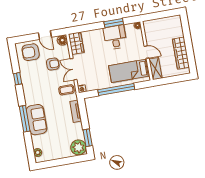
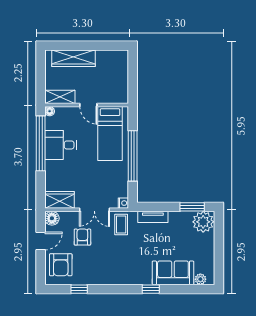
window: (114, 23) -> (41, 143), width x2.11
door: (147, 52) -> (88, 105), swing flipped
wardrobe: (181, 53) -> (73, 58), moved
shelving: (155, 69) -> (60, 97), moved
window: (18, 79) -> (79, 289), moved
window: (25, 119) -> (151, 289), width x0.46
sofa: (37, 120) -> (173, 273), moved

